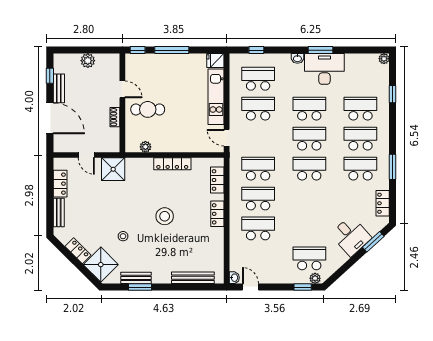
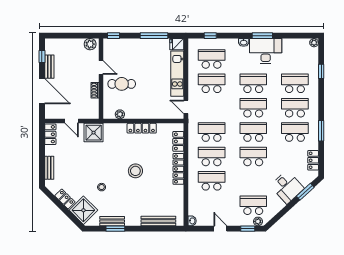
window: (172, 50) -> (154, 36), moved
plant: (88, 61) -> (90, 44), moved
locker: (60, 184) -> (50, 134), moved
school desk: (309, 199) -> (253, 156), added
locker: (217, 214) -> (178, 169), width x1.53
door: (250, 287) -> (220, 229), moved

